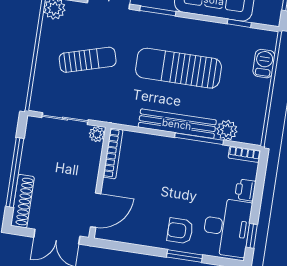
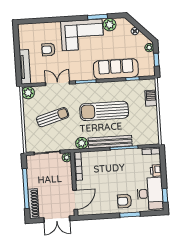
plant: (227, 130) -> (82, 143), moved

